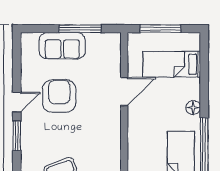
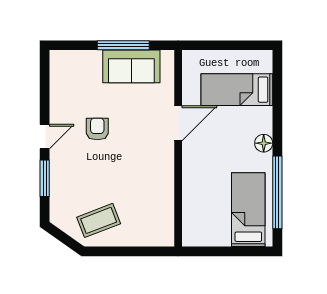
window: (160, 29) -> (223, 45), removed
sofa: (62, 46) -> (131, 66), moved
armchair: (59, 96) -> (97, 129), width x0.53, depth x0.53

